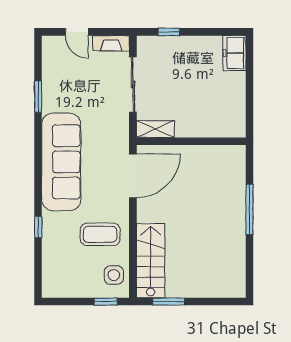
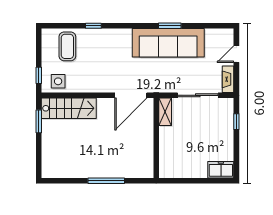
window: (38, 97) -> (170, 26), moved
sofa: (61, 162) -> (168, 43), moved
door: (133, 176) -> (131, 95), hinge flipped
coffee table: (100, 234) -> (67, 46), moved

